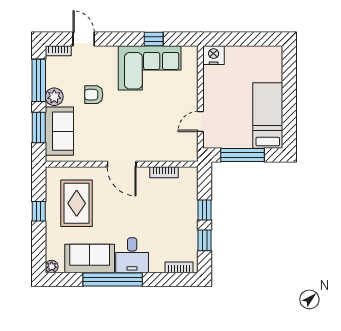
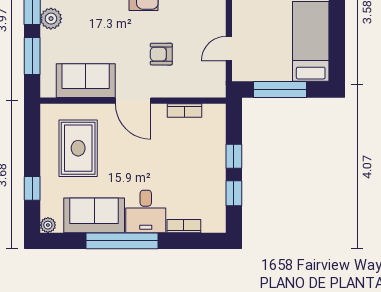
armchair: (94, 95) -> (161, 54), moved
sofa: (59, 131) -> (86, 81), moved, turned -90
window: (39, 211) -> (32, 188), moved
bookcase: (179, 267) -> (184, 226), moved

